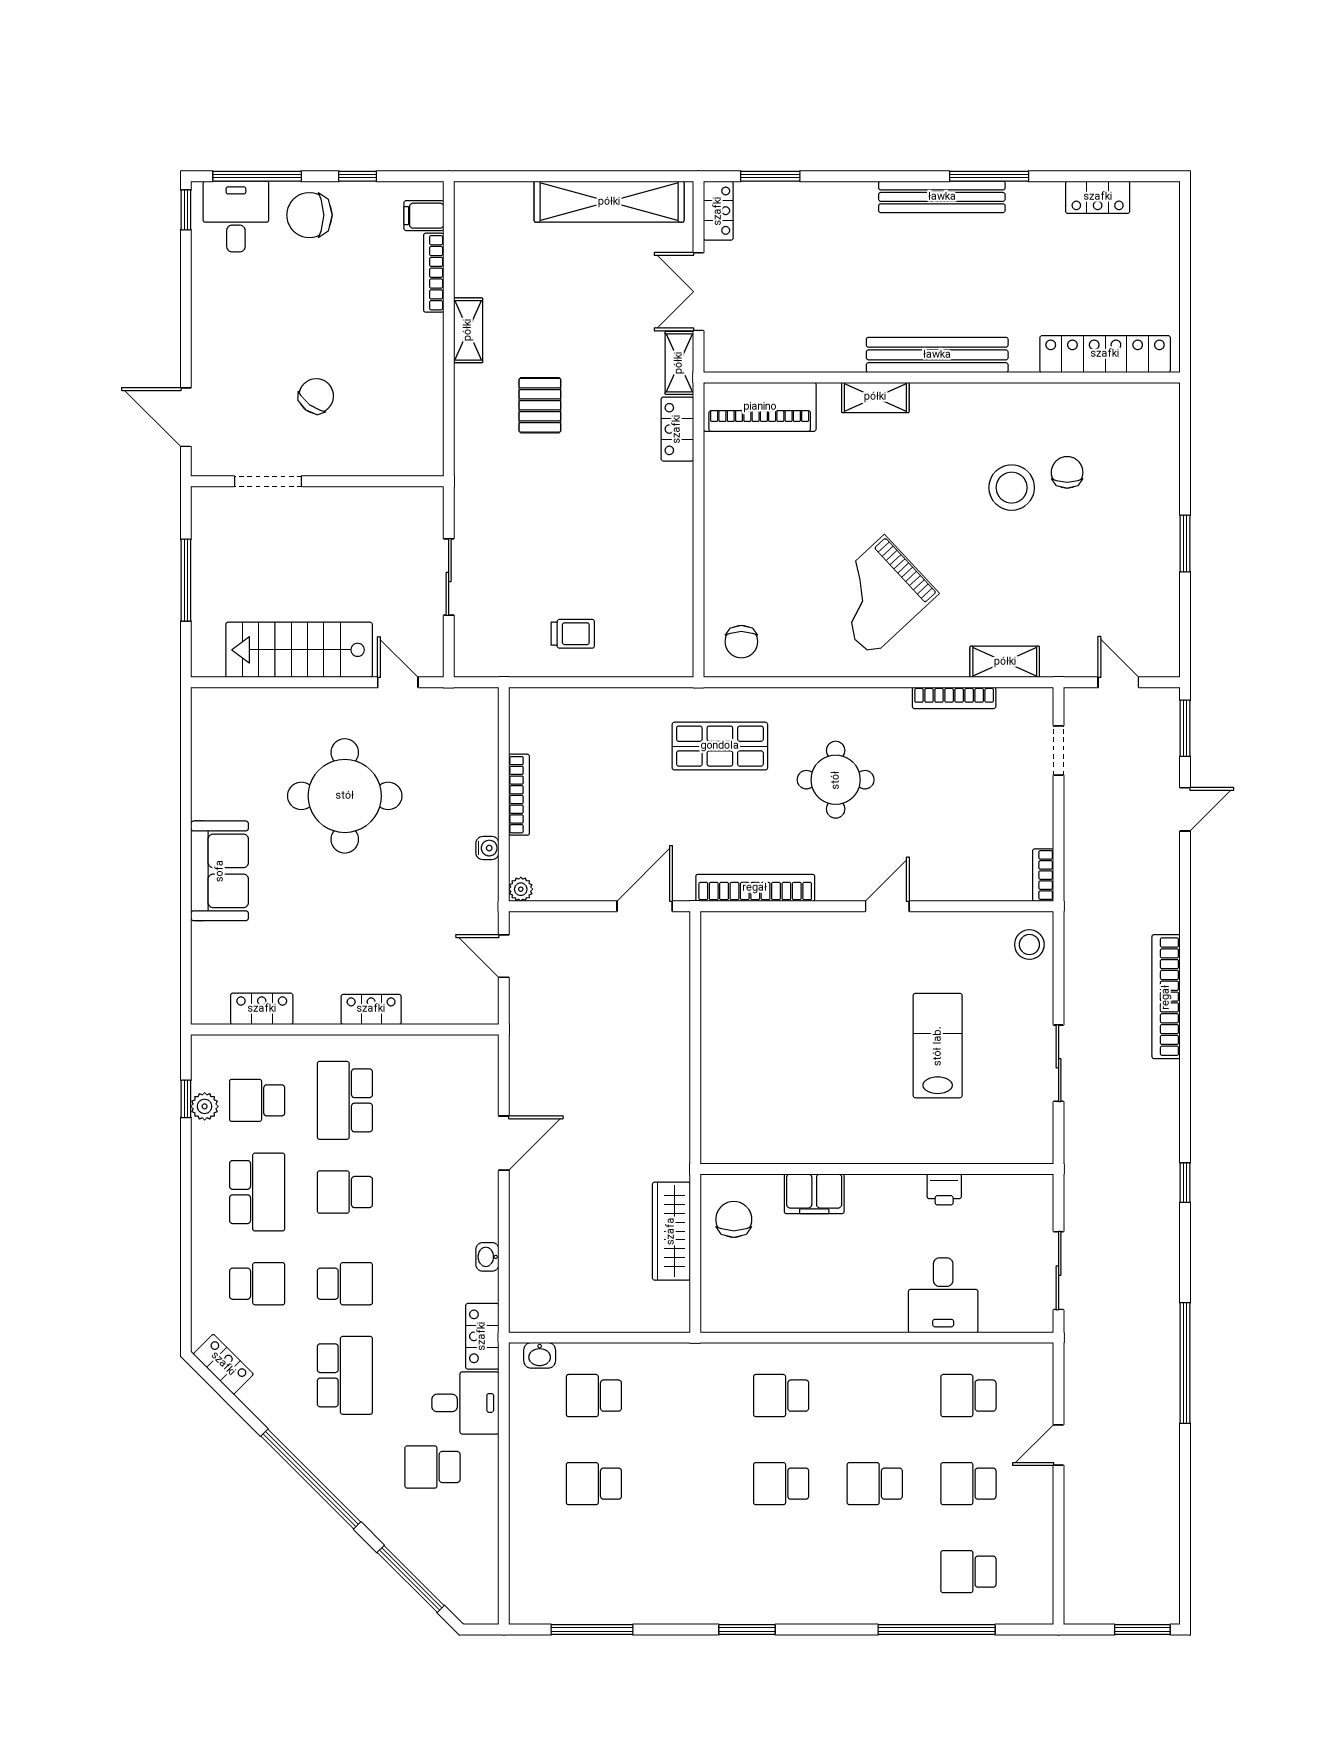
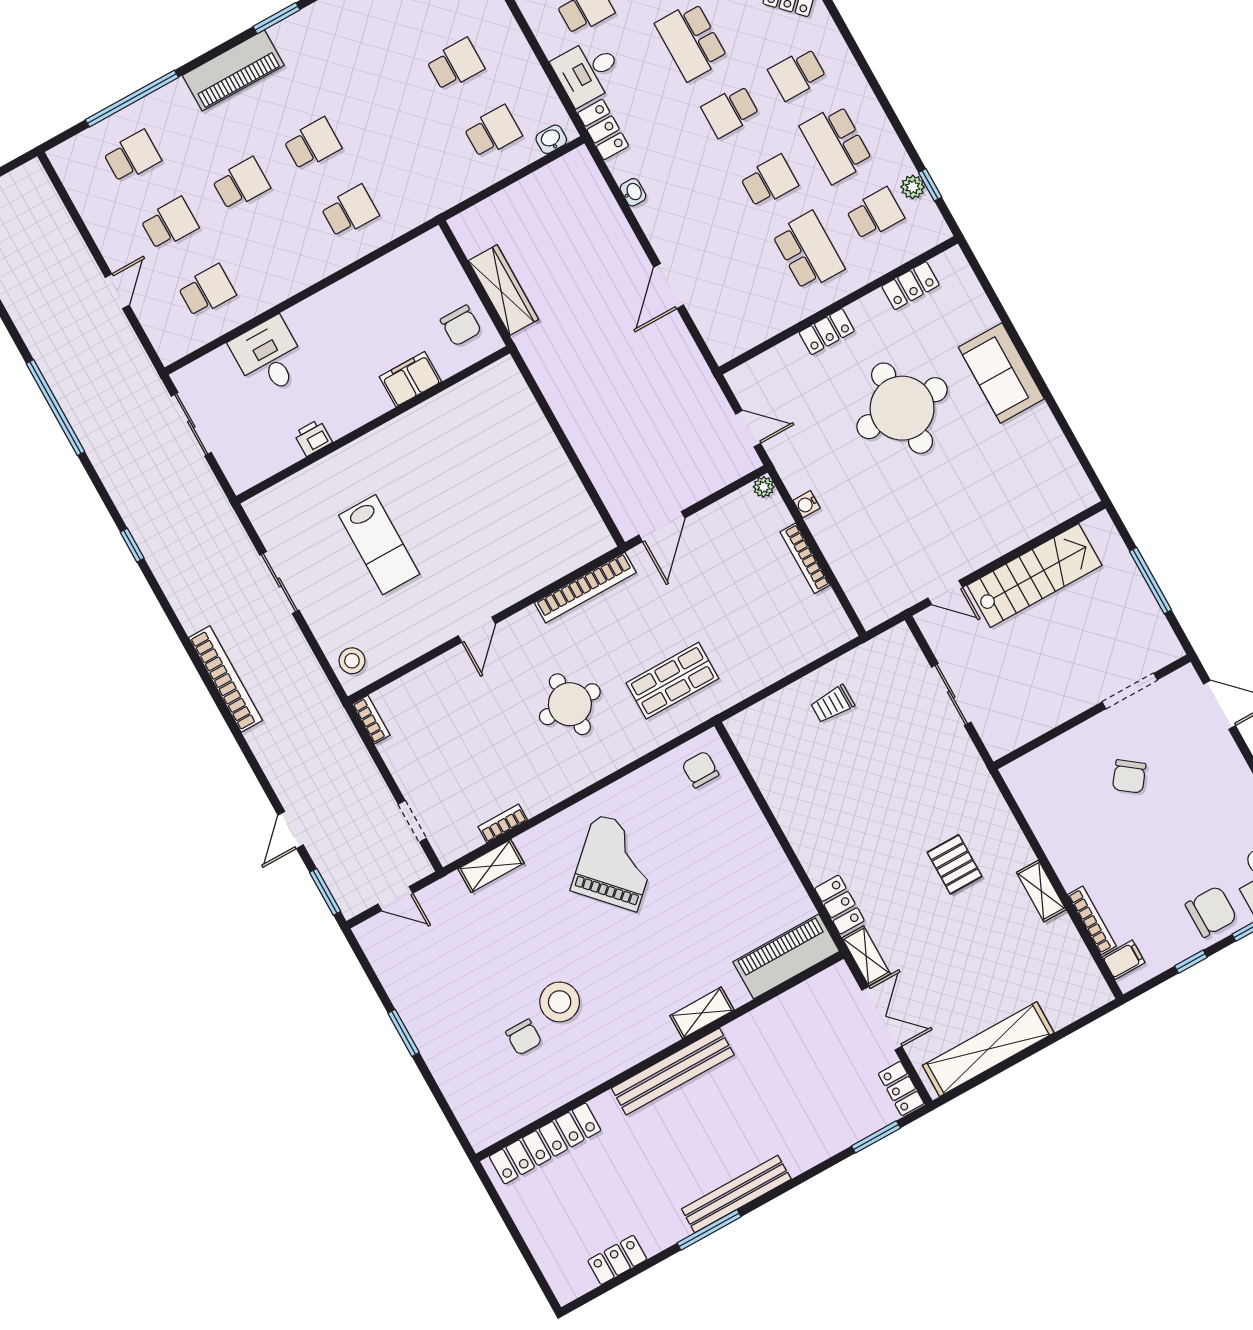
bookcase: (954, 698) -> (503, 823), width x0.64
round table: (345, 796) -> (902, 408), moved
piano: (819, 1601) -> (233, 70), added

